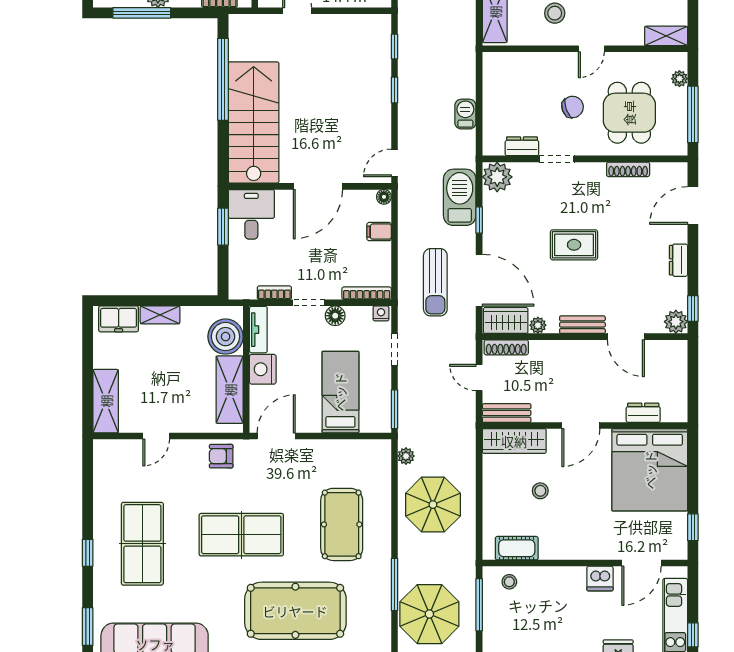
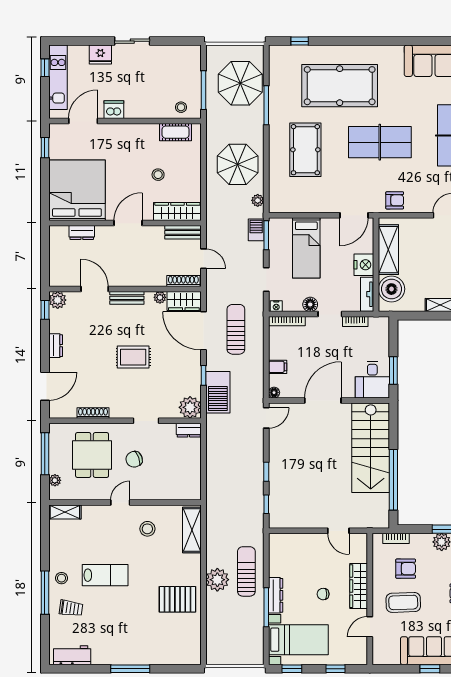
barbecue: (465, 114) -> (256, 230), moved, turned 180
dresser: (522, 146) -> (189, 430), moved

